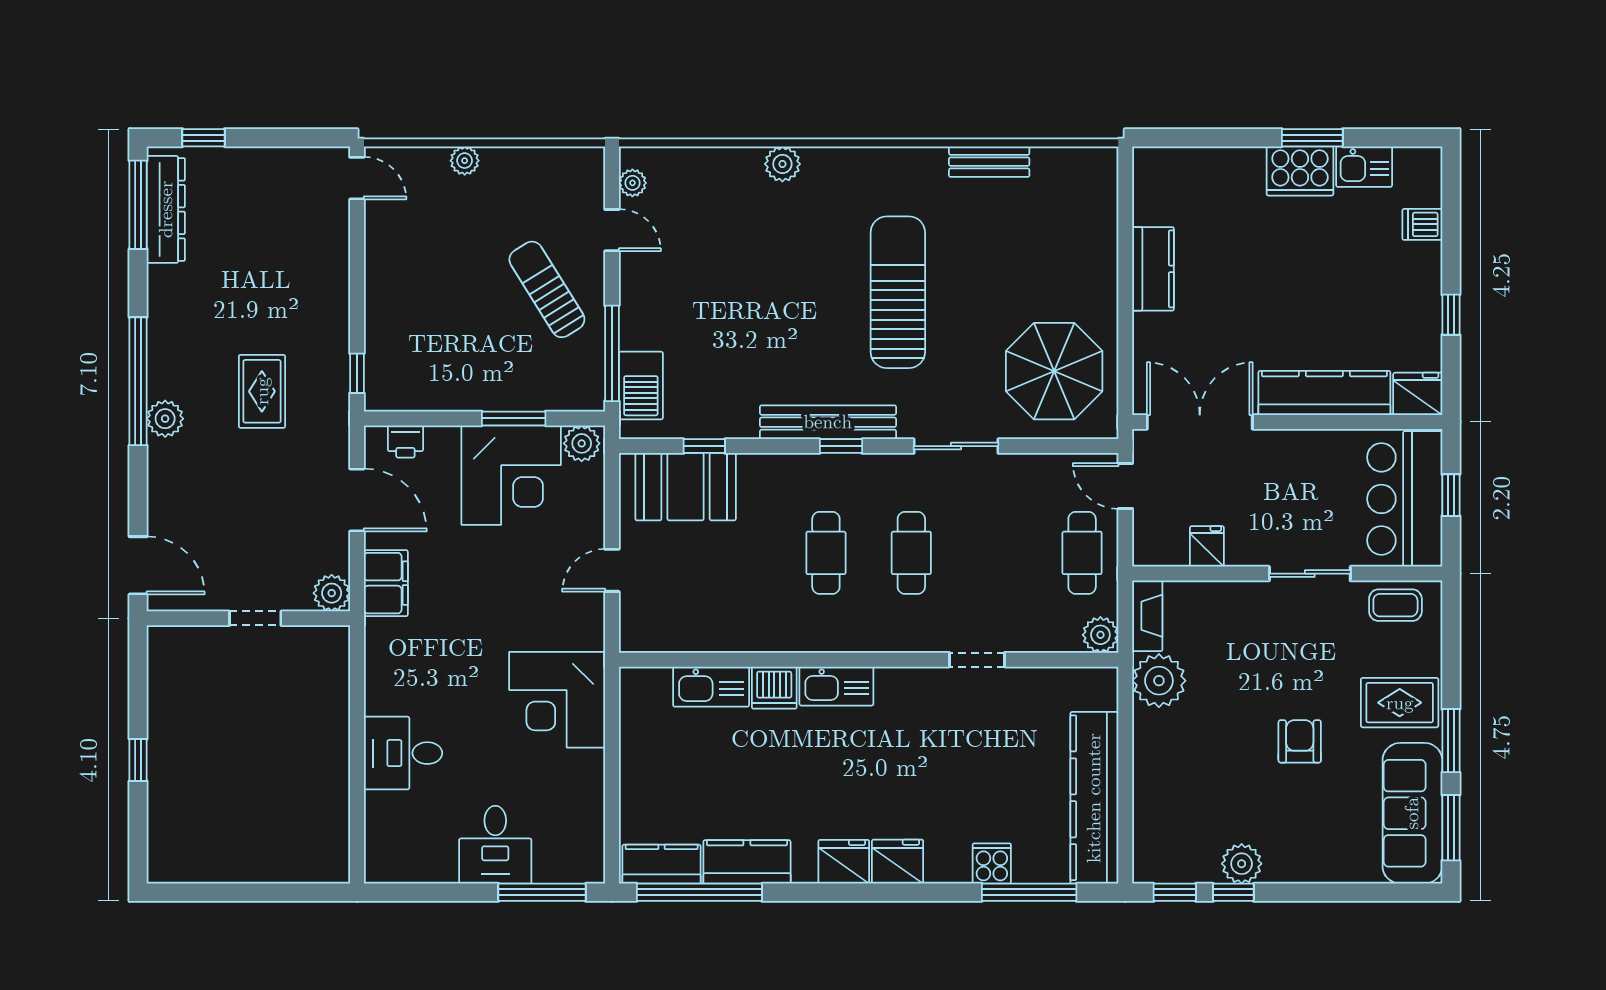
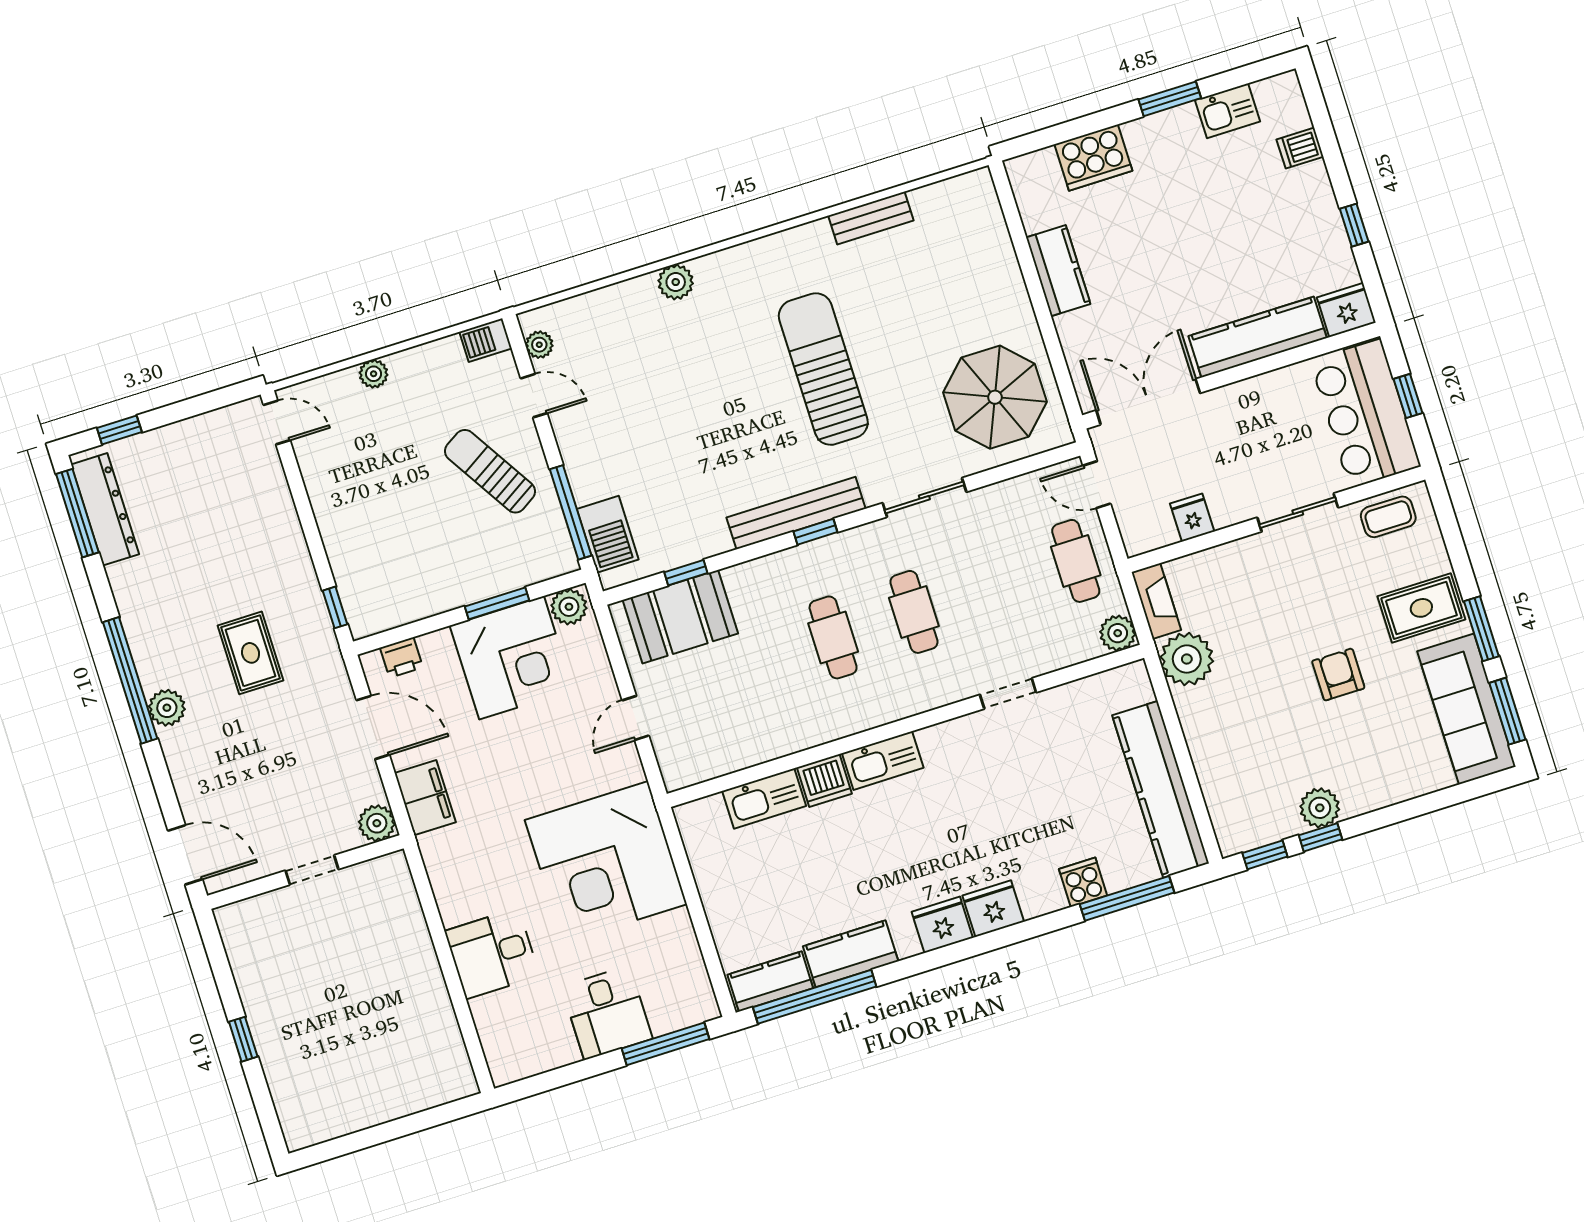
barbecue: (582, 162) -> (486, 340), added
cooker: (1300, 171) -> (1093, 157), moved
corner desk: (557, 700) -> (606, 862), width x1.36, depth x1.36

